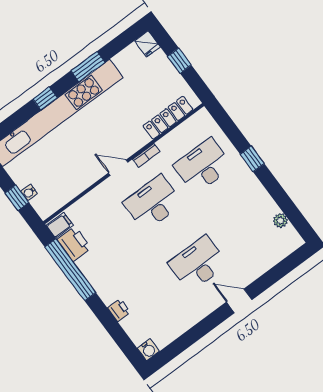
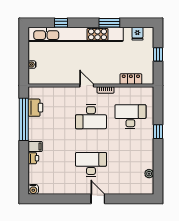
fridge: (147, 44) -> (137, 34), moved
window: (45, 98) -> (61, 23), moved
locker: (168, 118) -> (131, 79), width x0.66
window: (17, 198) -> (24, 63), removed
desk: (153, 203) -> (91, 117), turned 180
filing cabinet: (60, 225) -> (35, 146), moved

